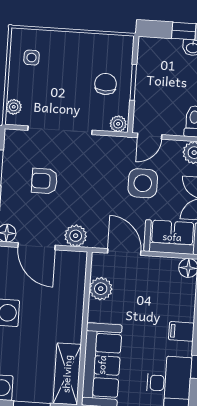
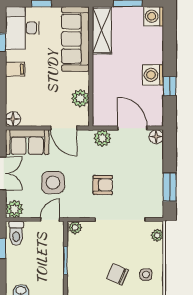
chair: (106, 84) -> (117, 274), moved, turned 114
armchair: (44, 181) -> (103, 185), moved

